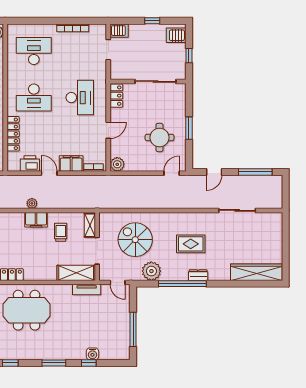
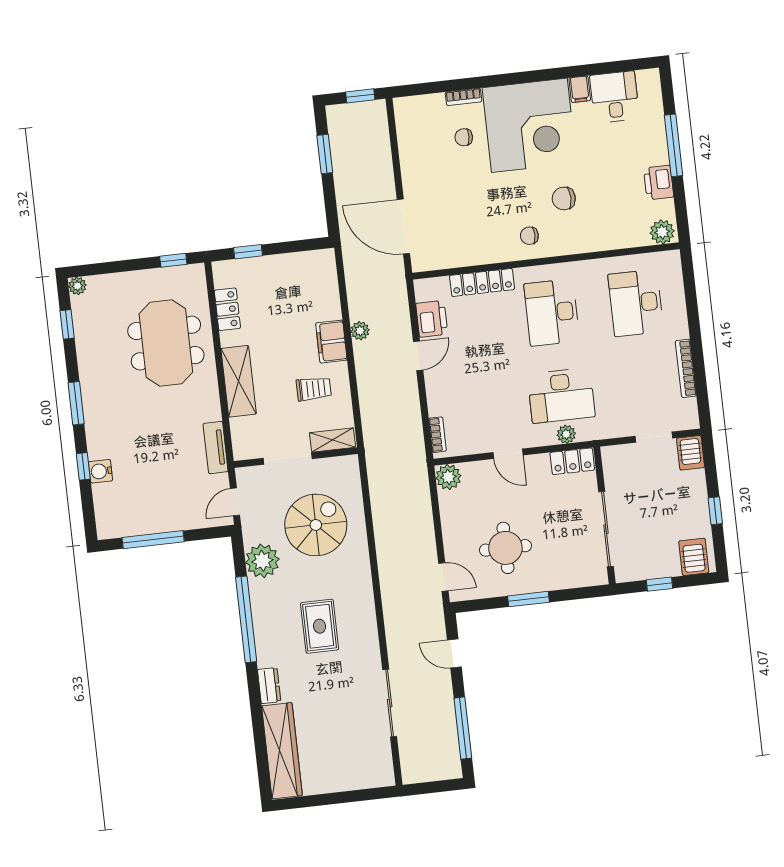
desk: (34, 51) -> (636, 303), turned 180
plant: (101, 97) -> (566, 434), added
filing cabinet: (71, 164) -> (440, 393), removed
shelving: (76, 273) -> (239, 381), moved
dresser: (198, 275) -> (269, 686), moved

